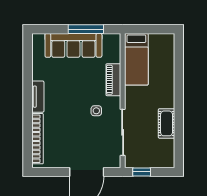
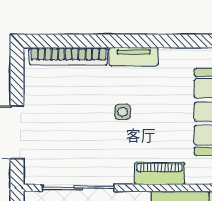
side table: (96, 111) -> (123, 112), moved

